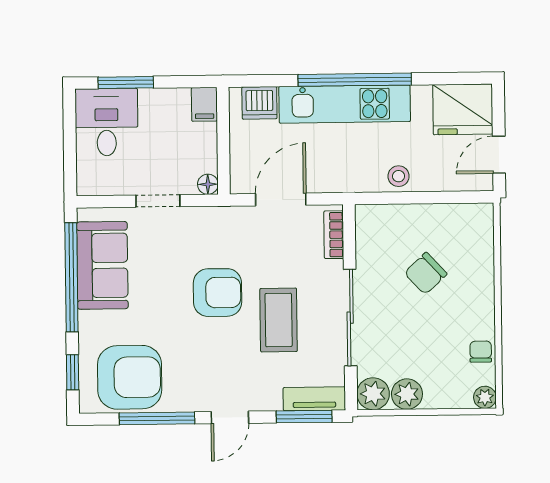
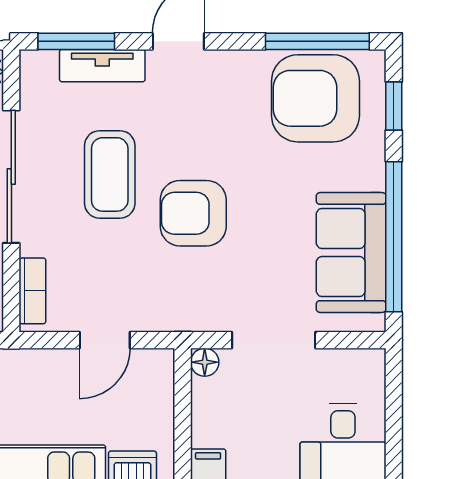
door: (281, 199) -> (105, 340), width x0.73
doorway: (158, 201) -> (274, 340), width x1.38
tv unit: (314, 399) -> (102, 66), moved
window: (157, 418) -> (317, 41), moved

